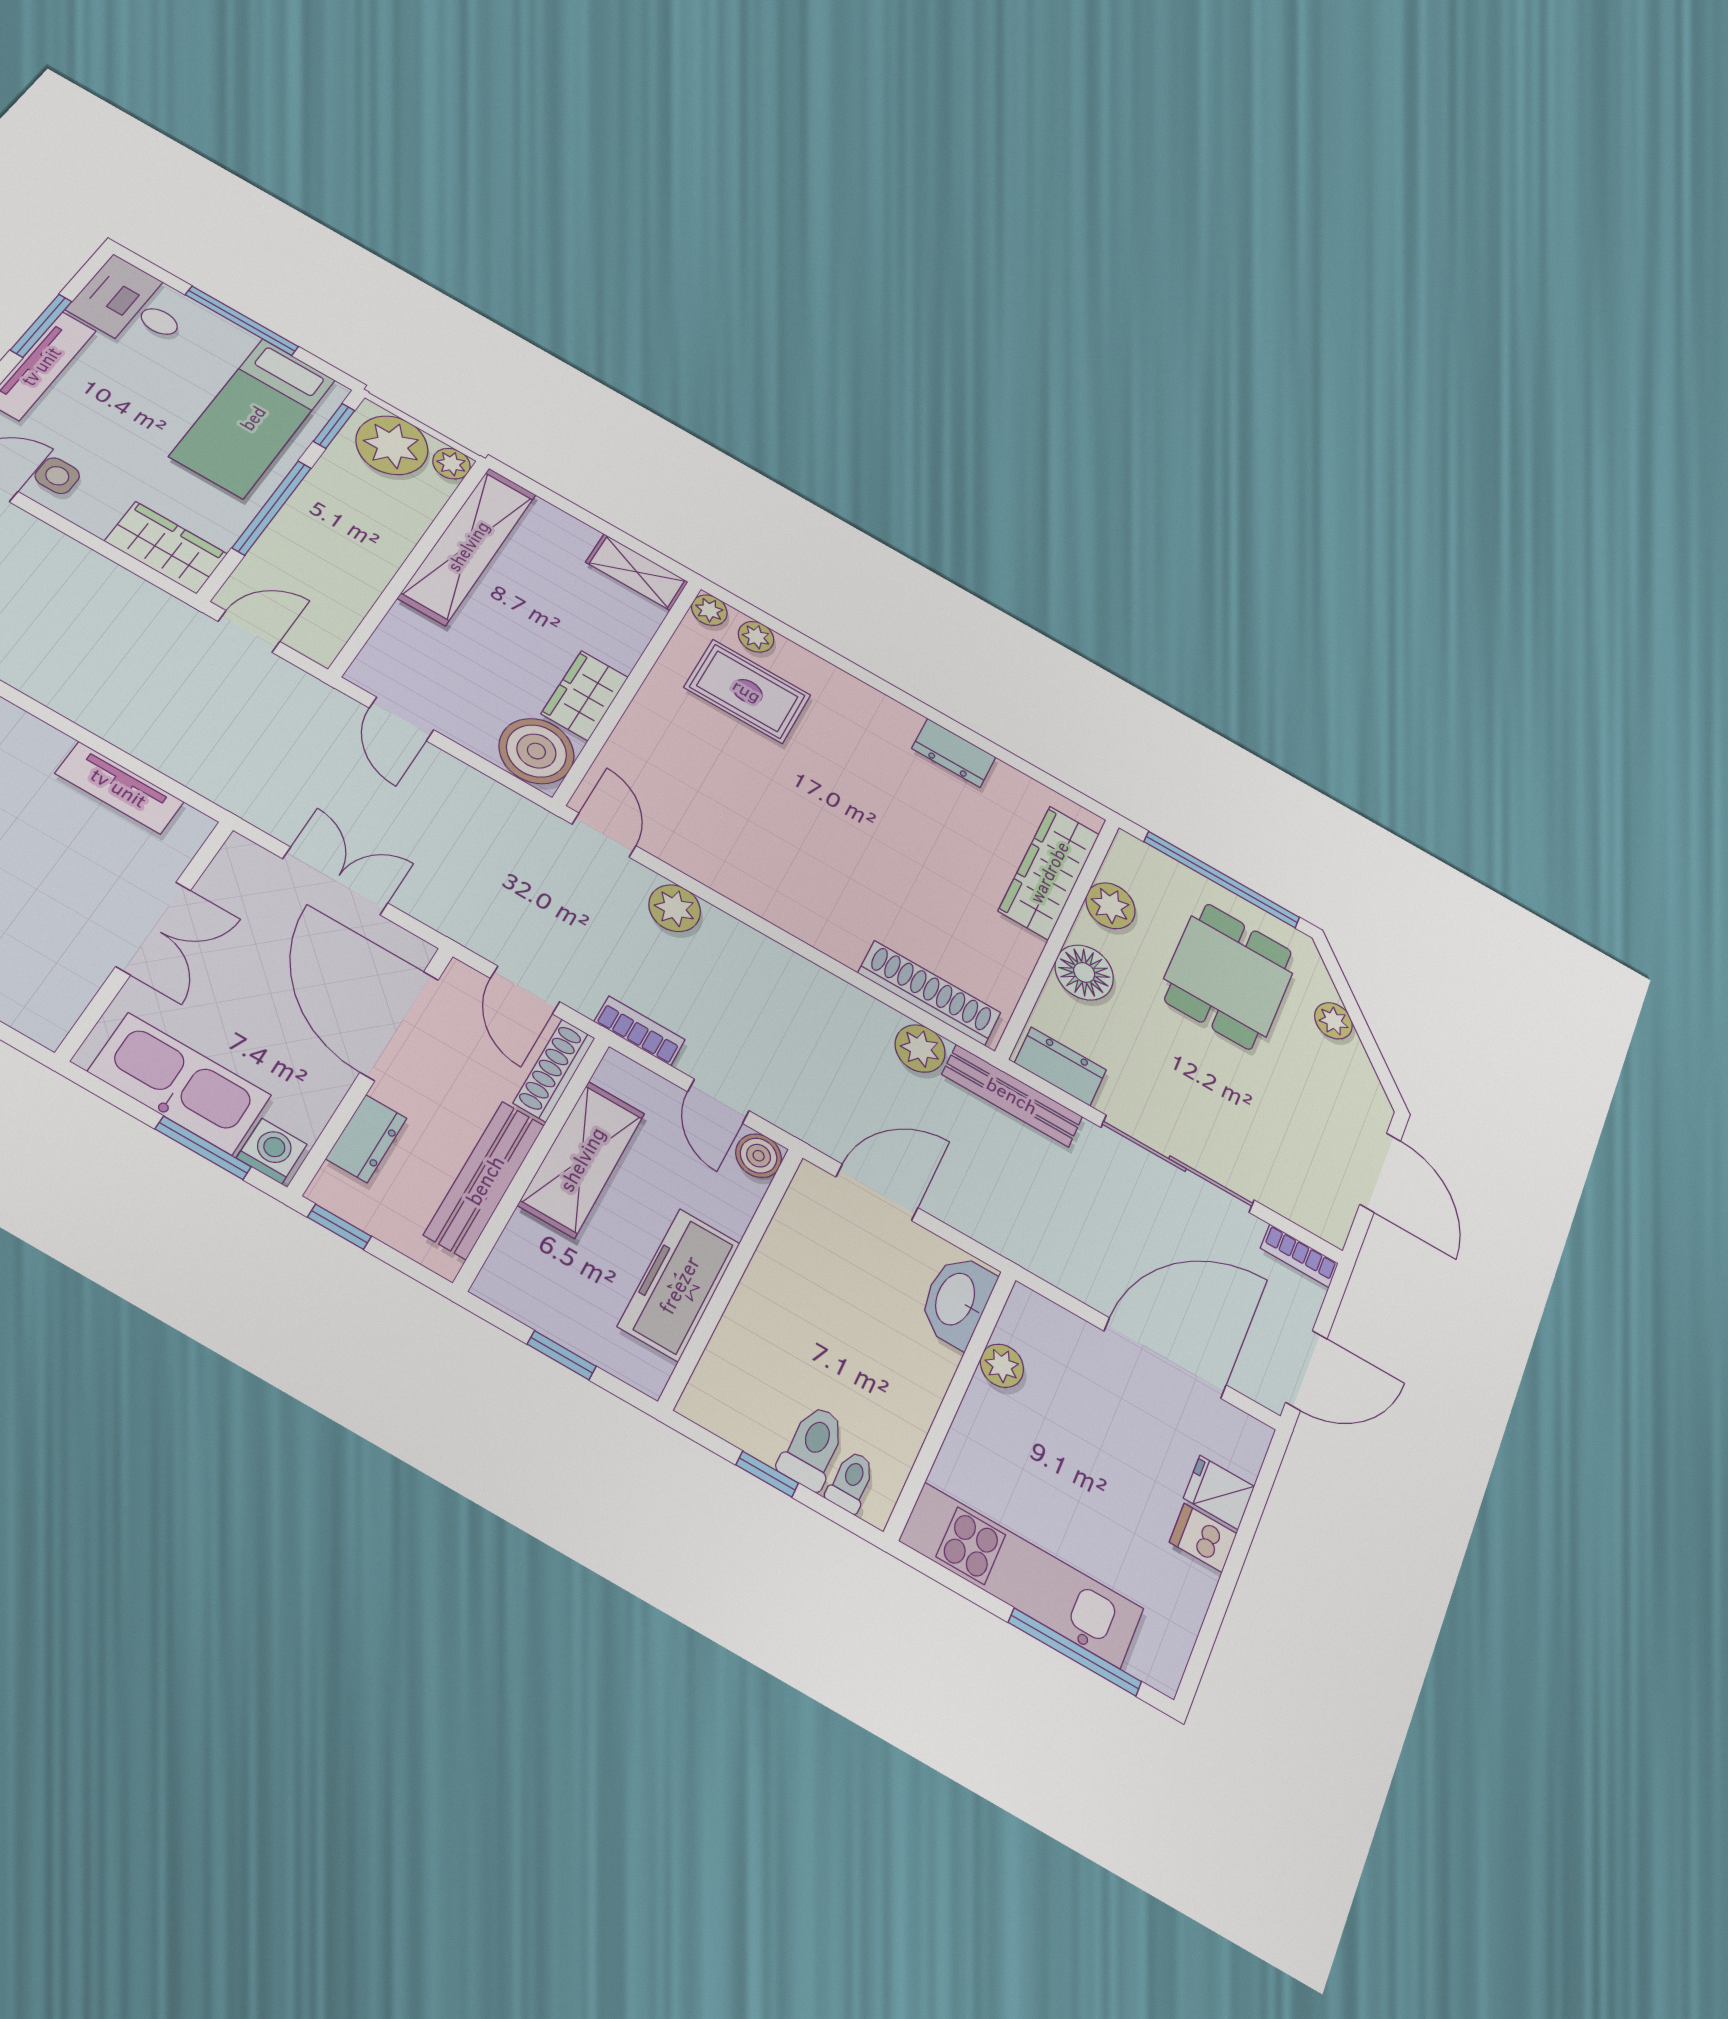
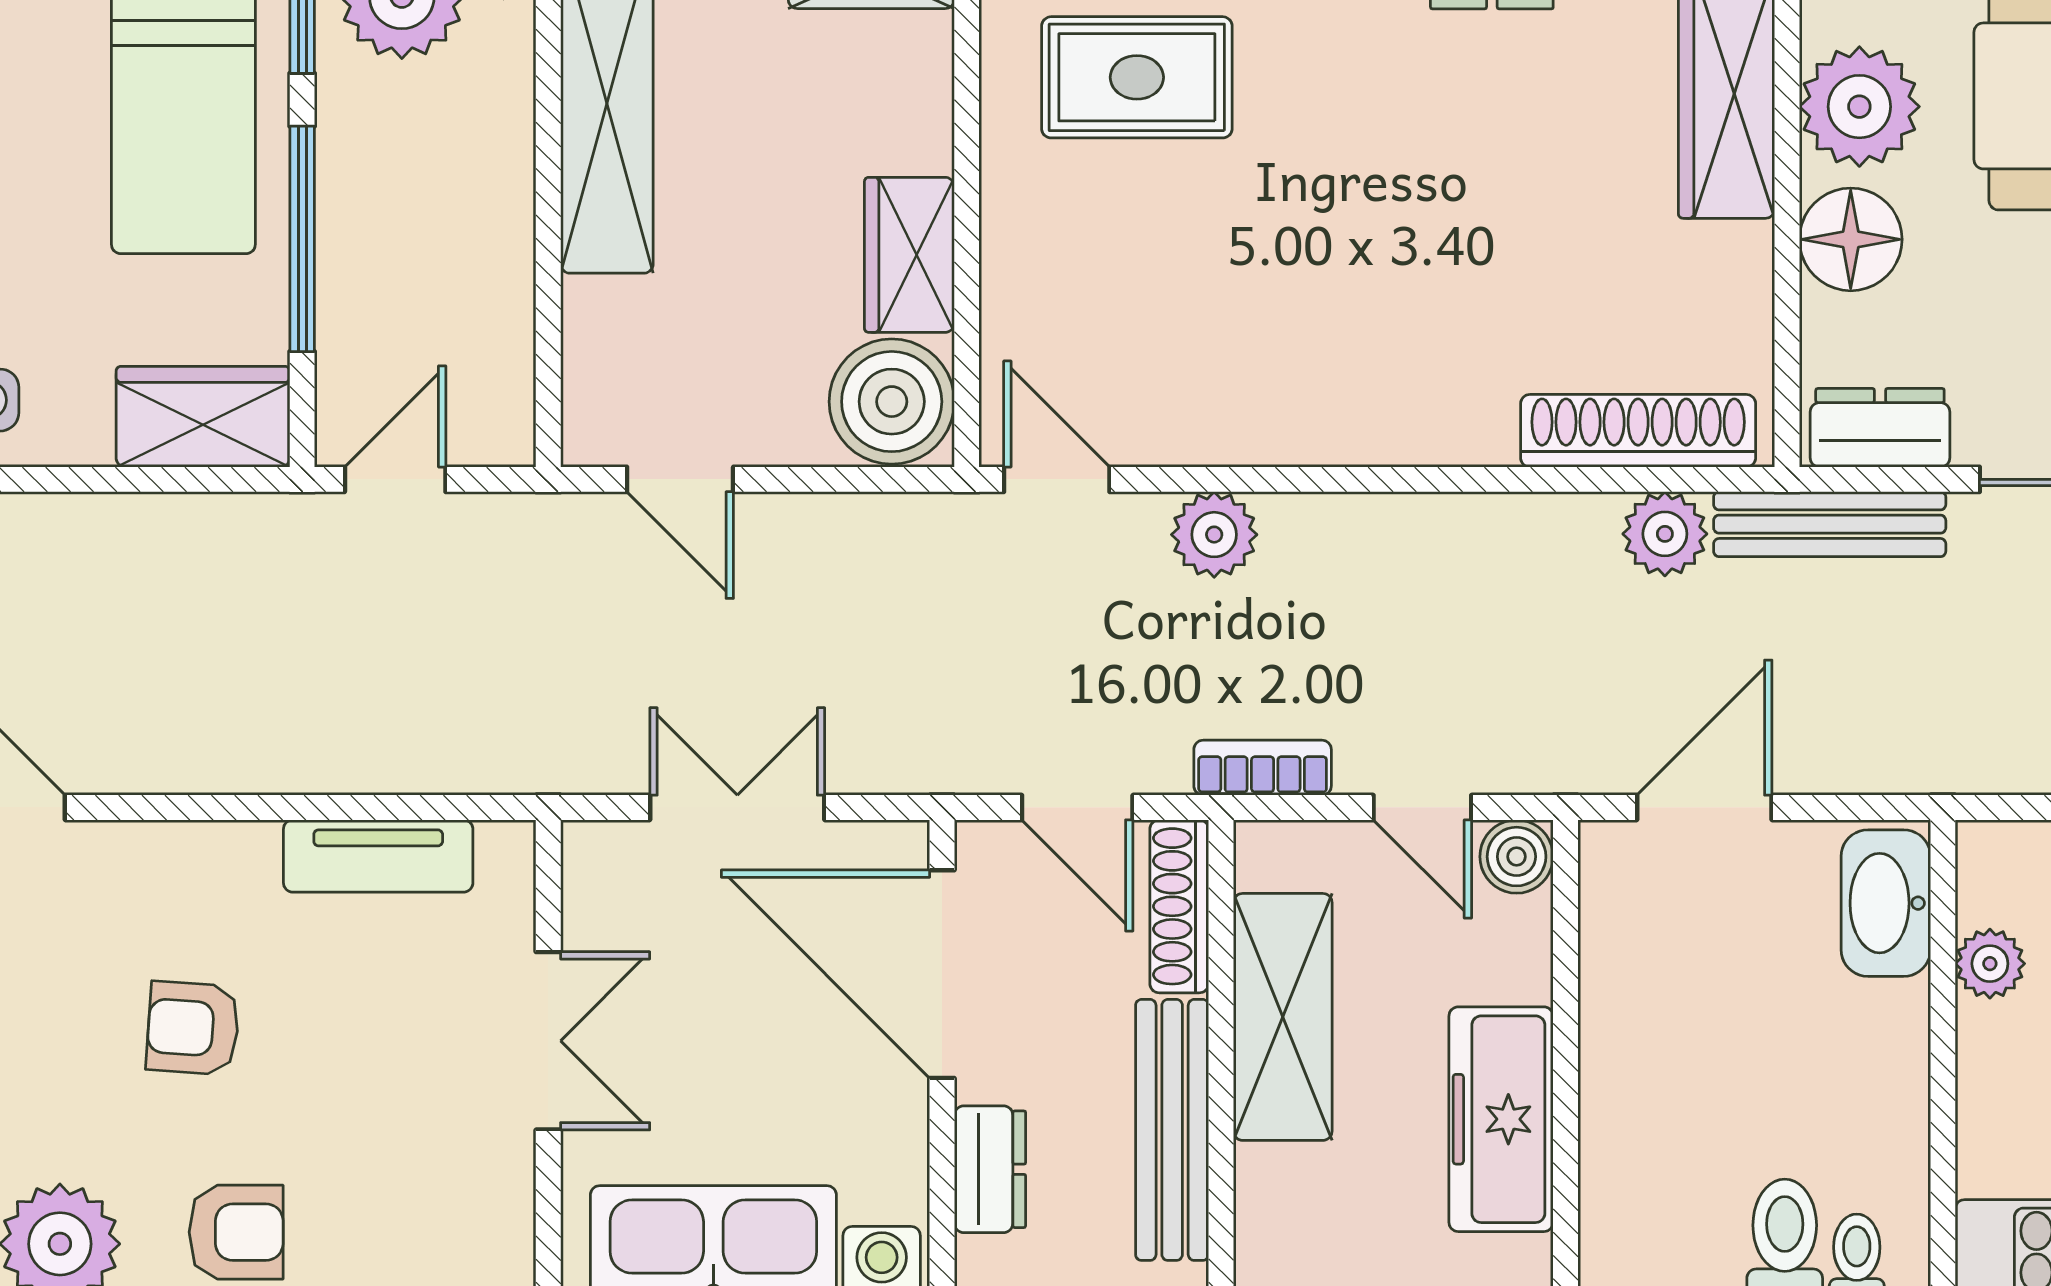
plant: (1111, 906) -> (1859, 107), width x1.36, depth x1.36

